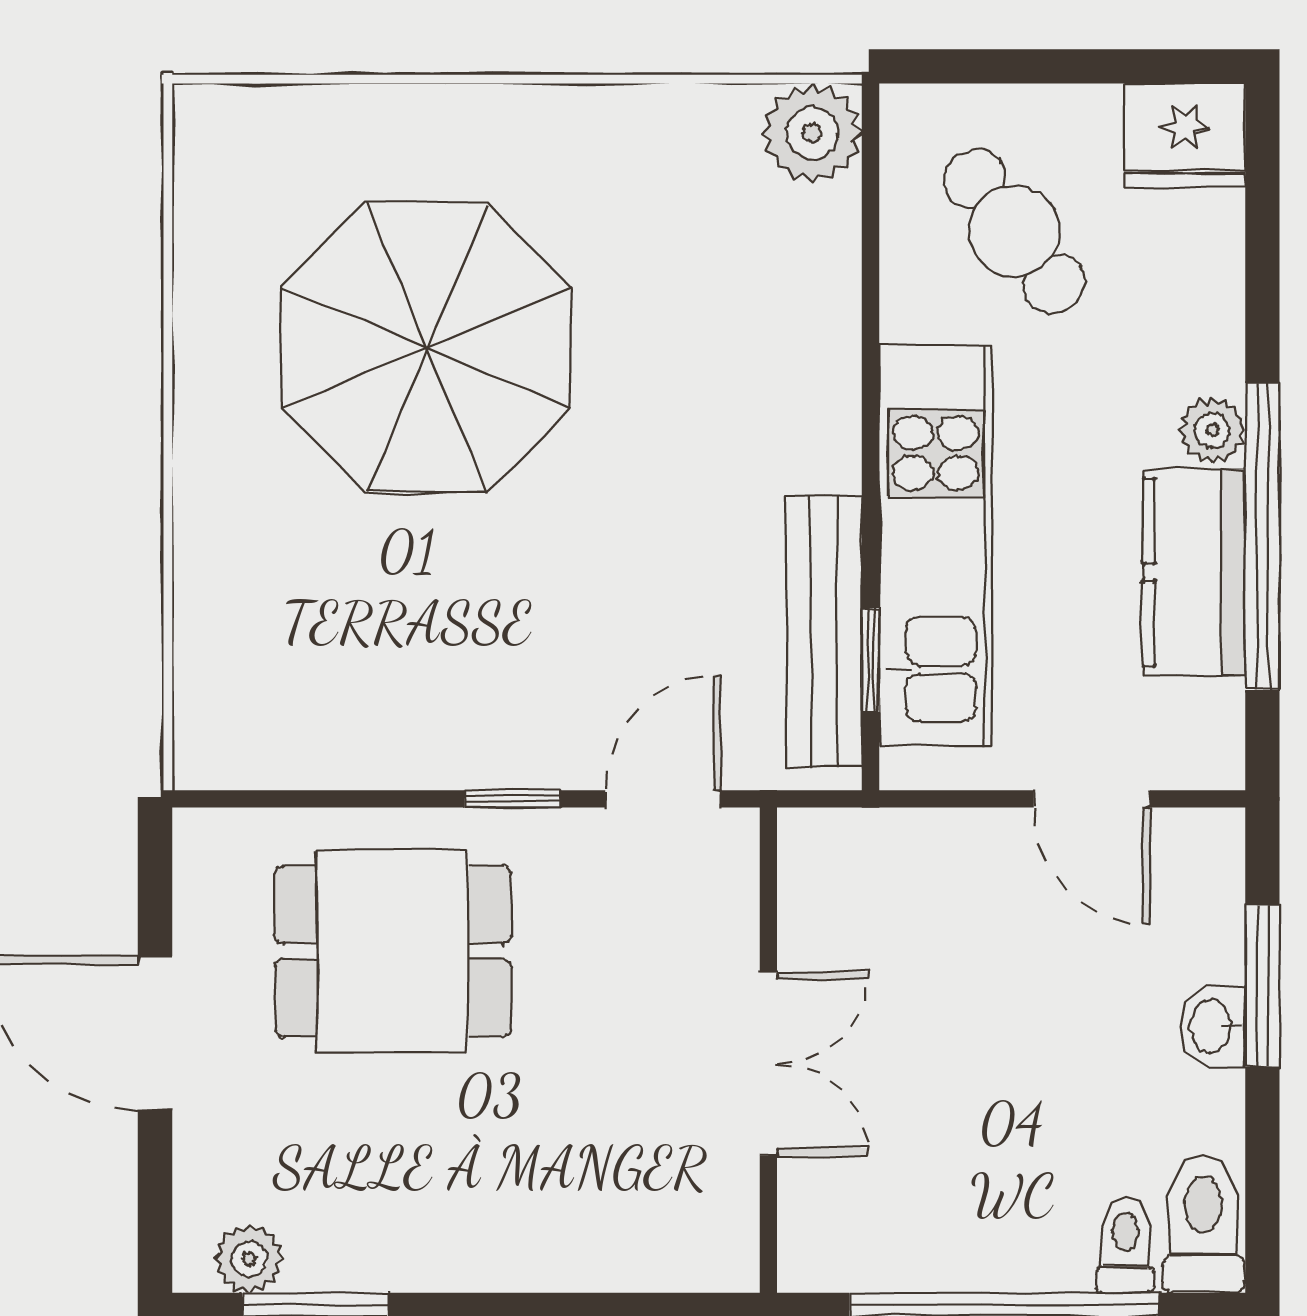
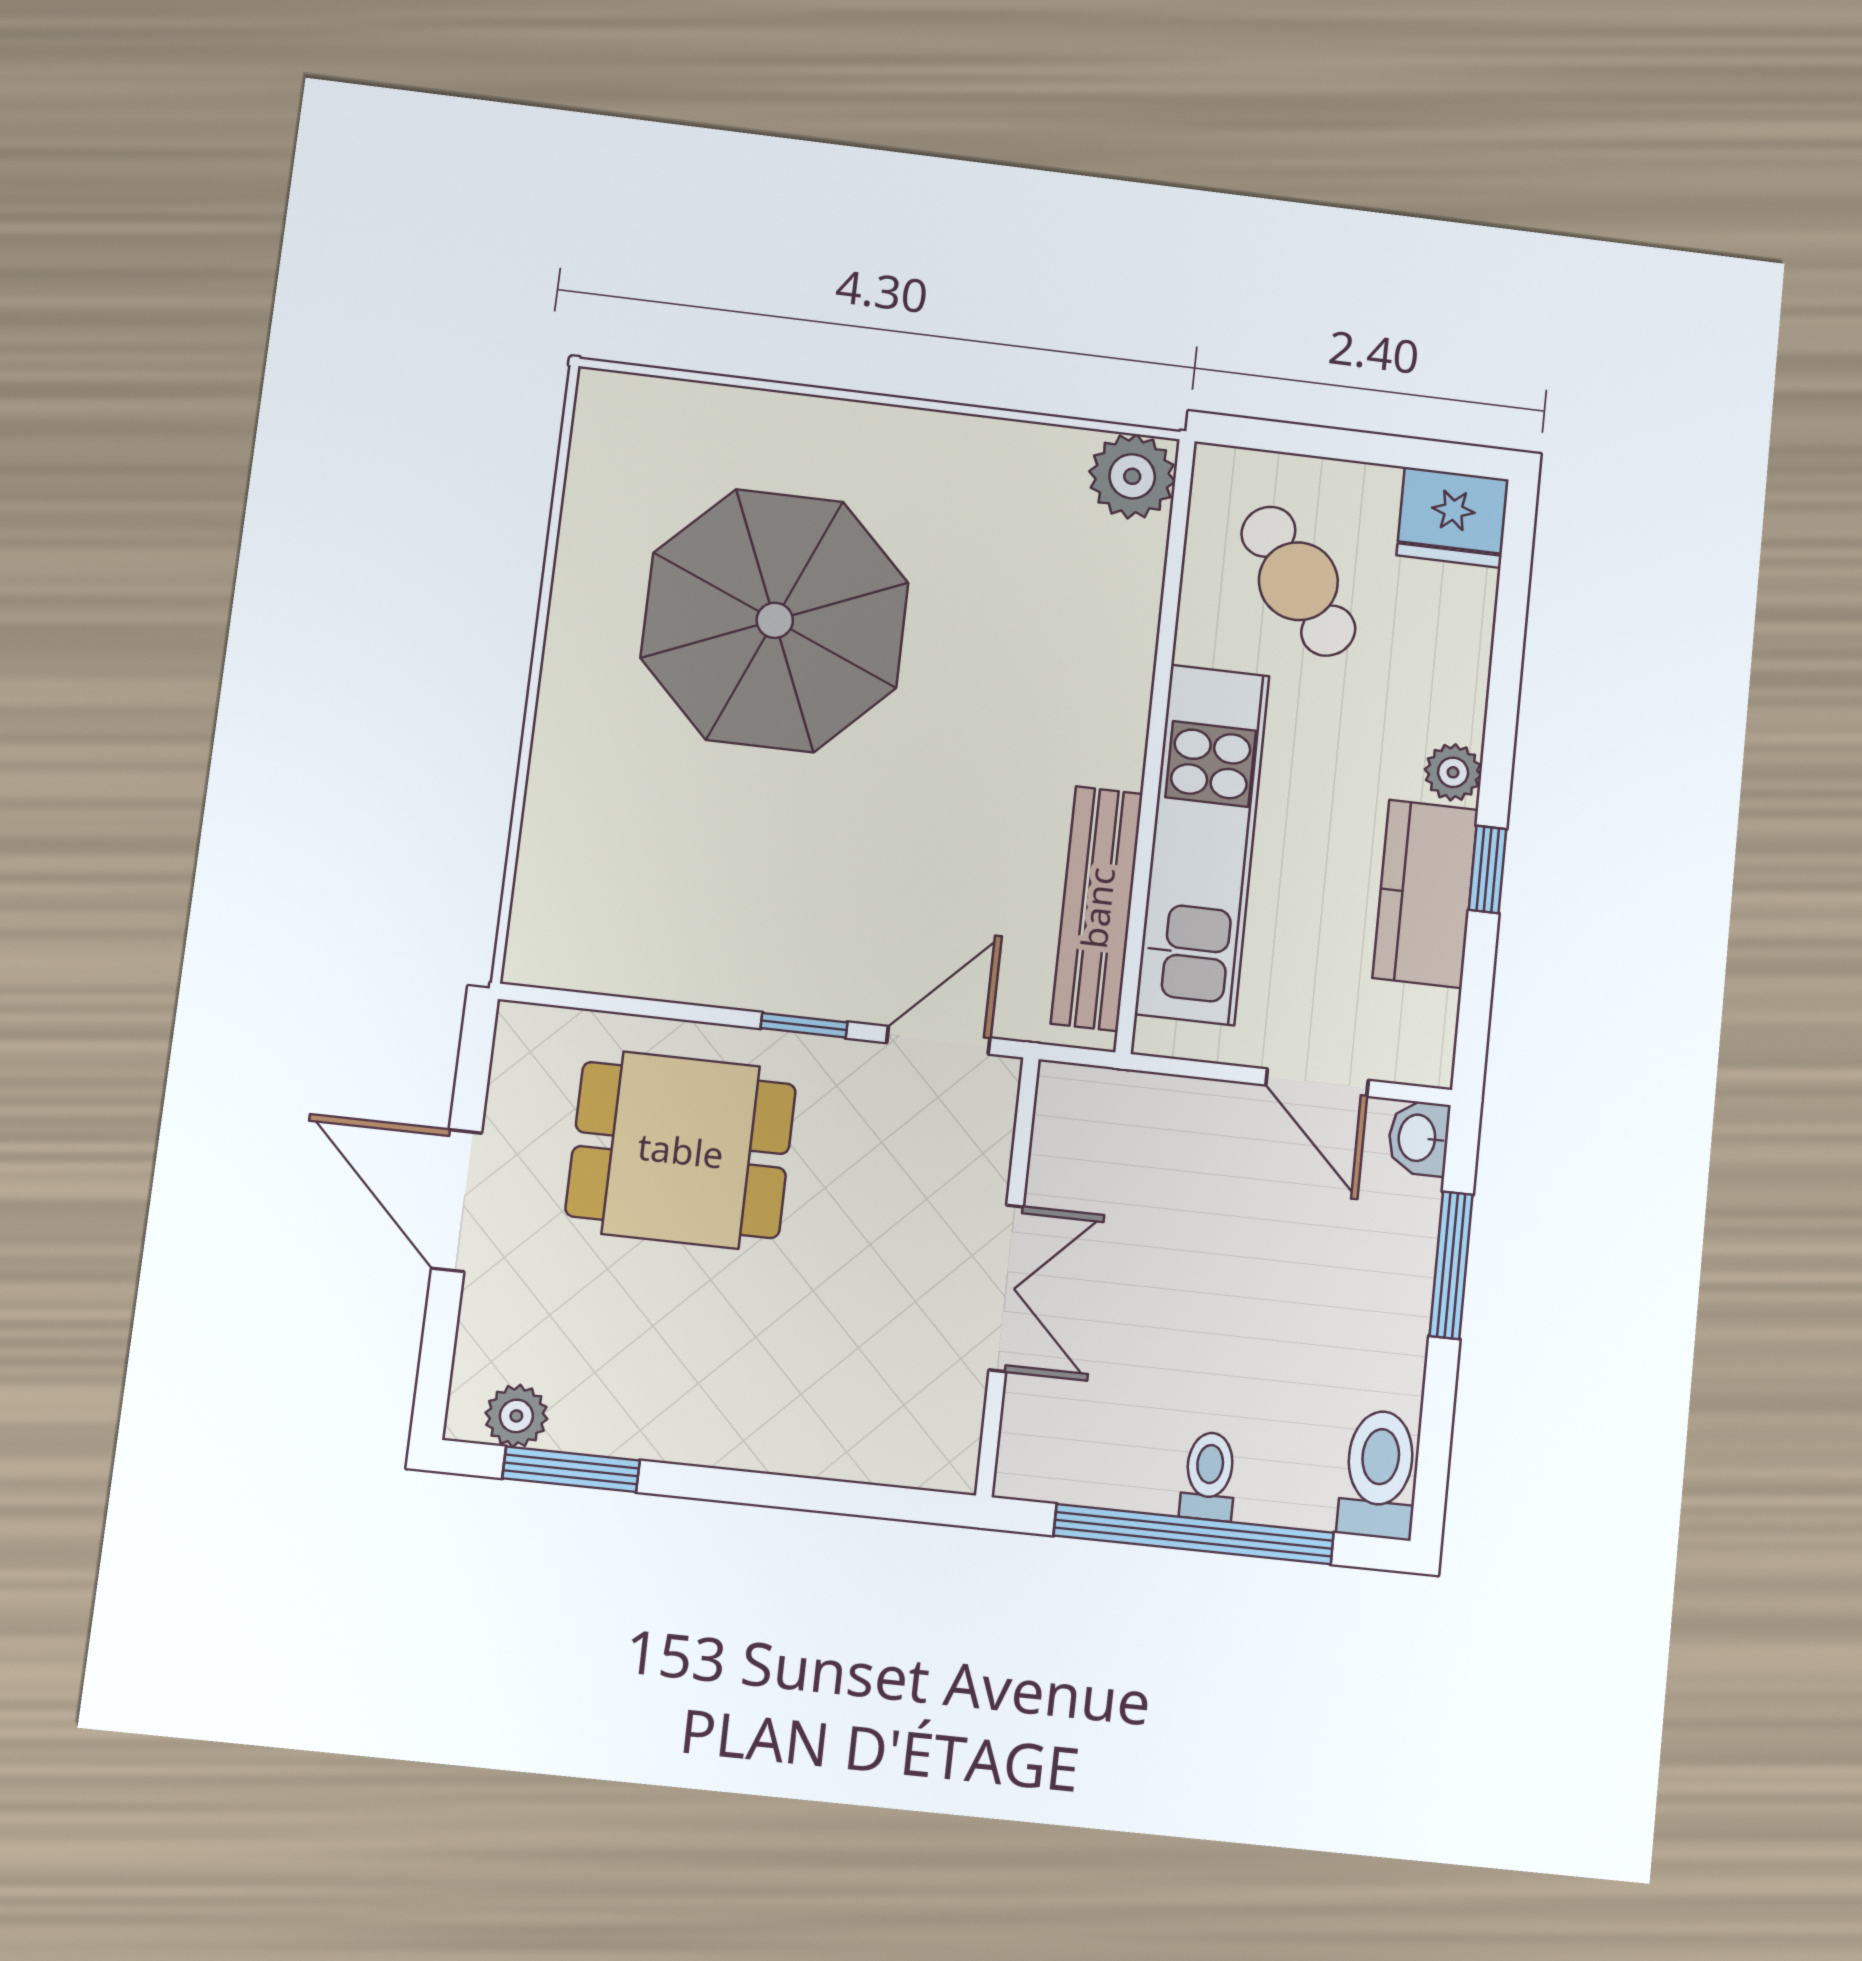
window: (1262, 536) -> (1488, 869), width x0.32
window: (870, 660) -> (1135, 938), removed
washbasin: (1212, 1026) -> (1419, 1138), moved
toilet: (1125, 1245) -> (1209, 1476), moved

